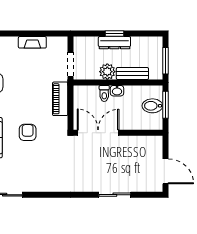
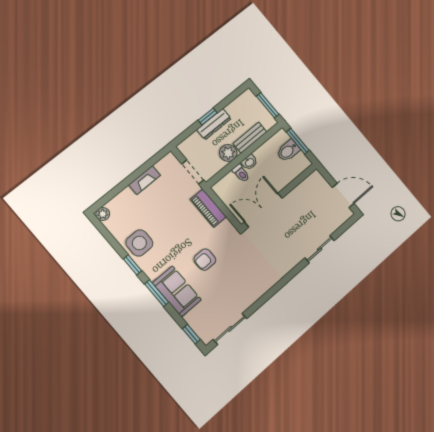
armchair: (28, 132) -> (205, 260), turned -90

